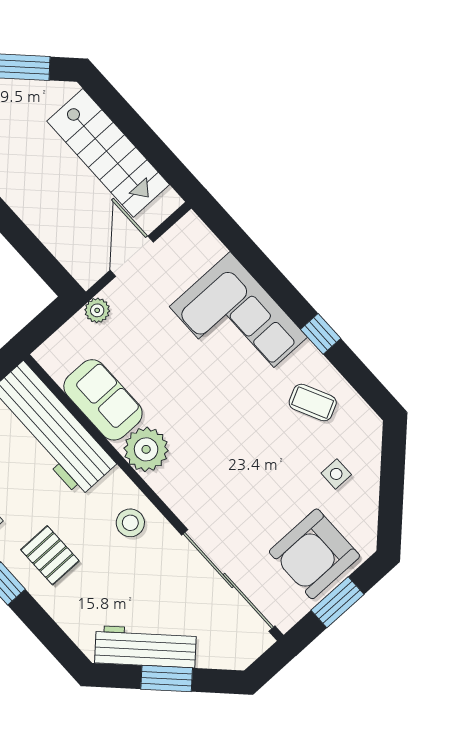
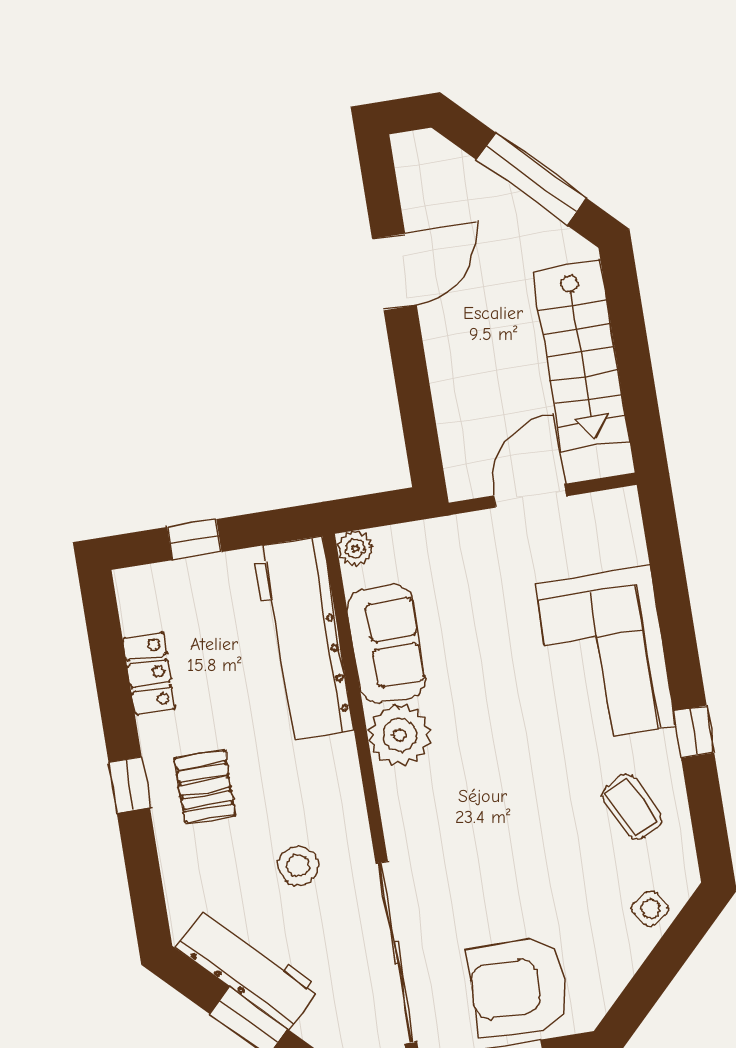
plant: (97, 310) -> (355, 548), moved
side table: (336, 474) -> (650, 909), moved, turned -31
stool: (130, 523) -> (298, 866), moved

